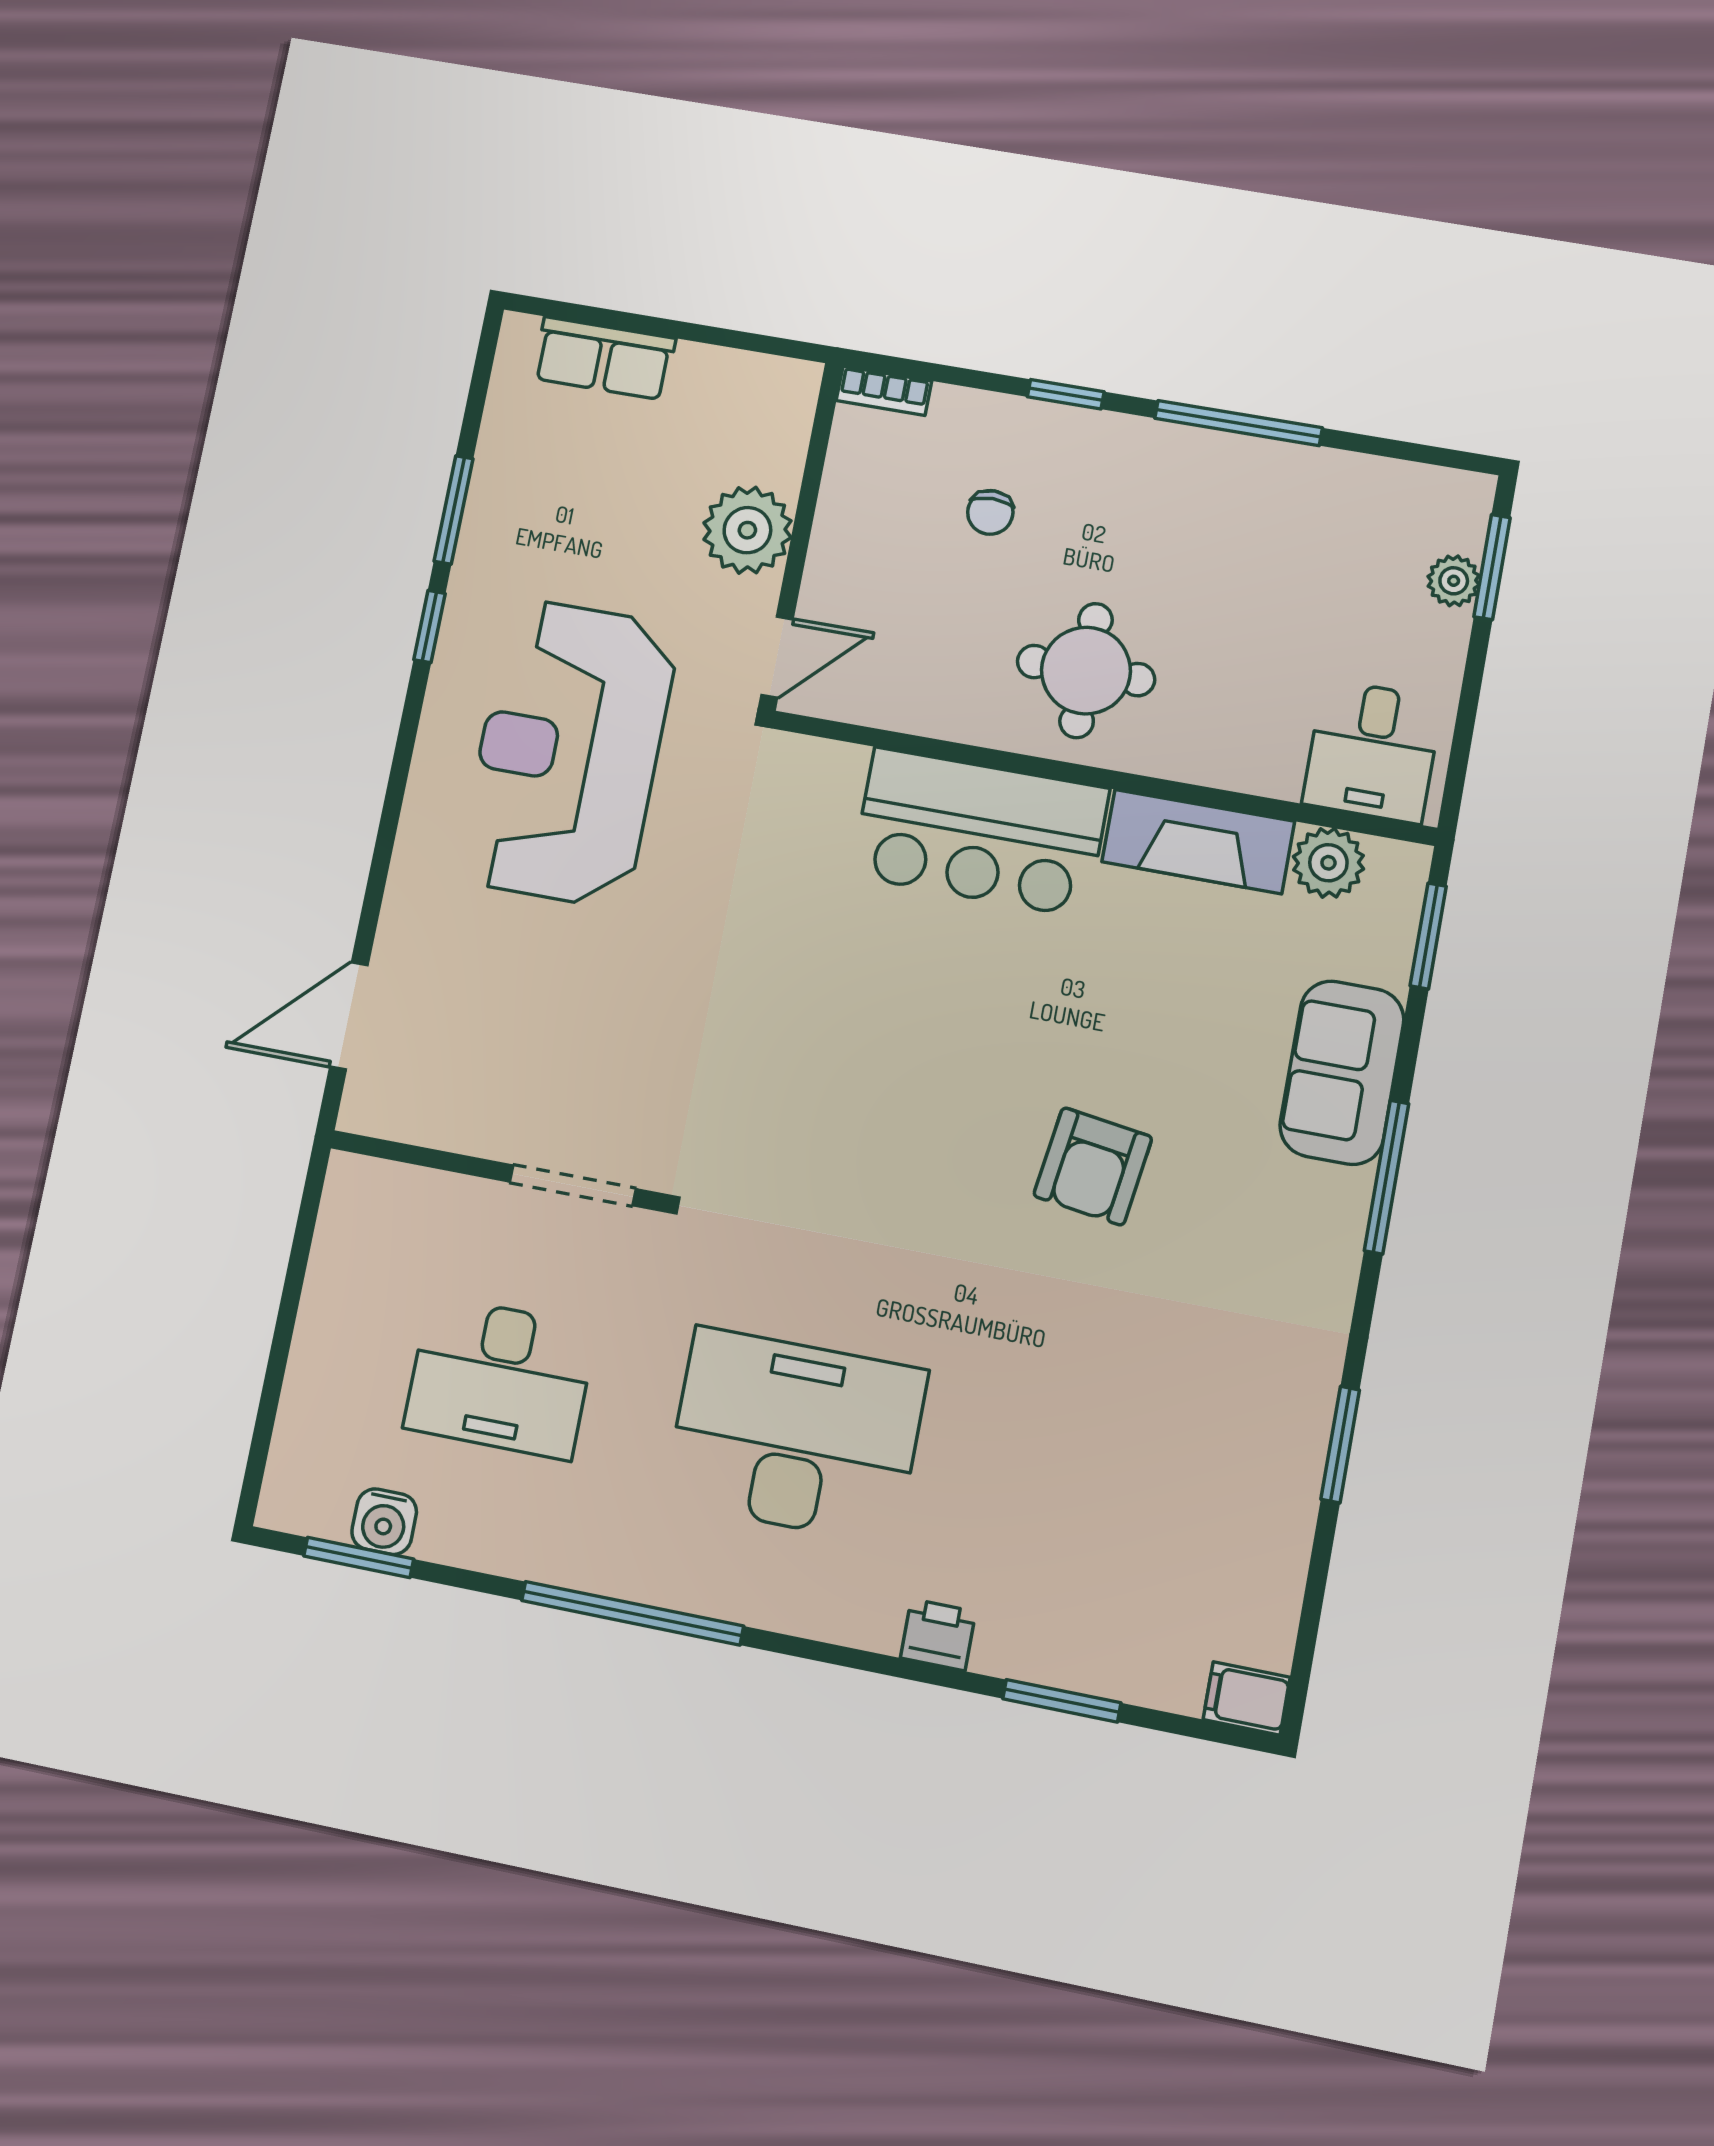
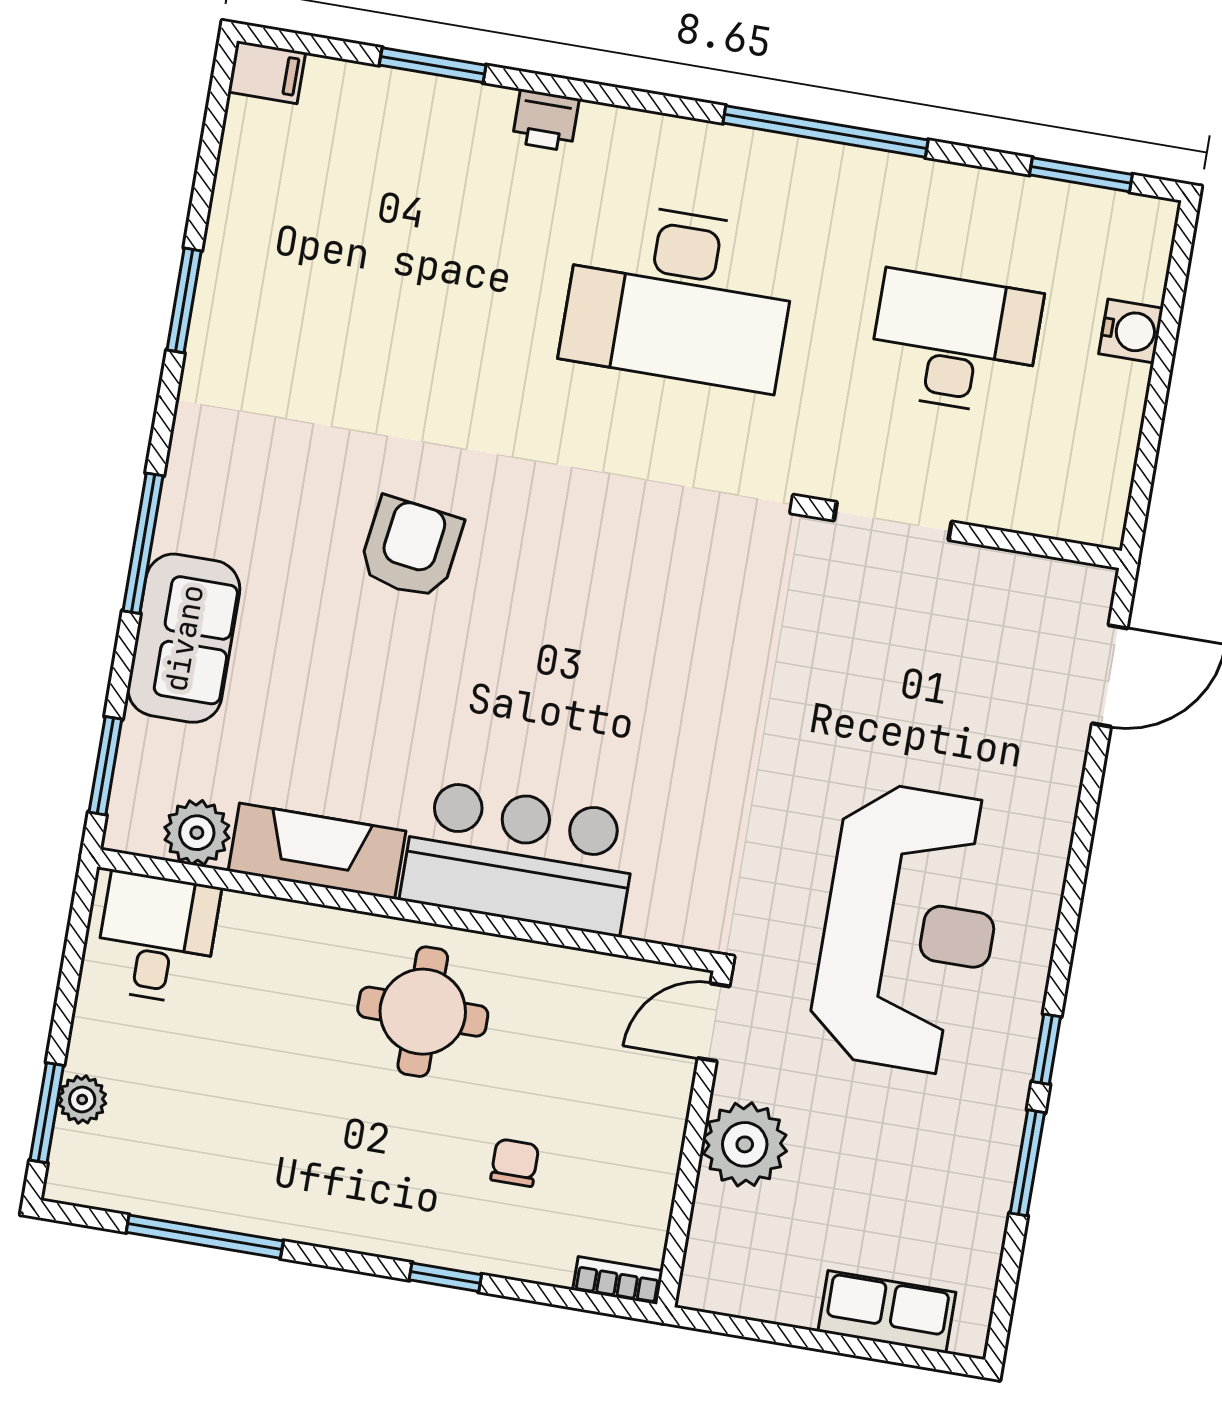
window: (1238, 423) -> (205, 1237), moved
water cooler: (384, 1522) -> (1131, 331), moved, turned 90

